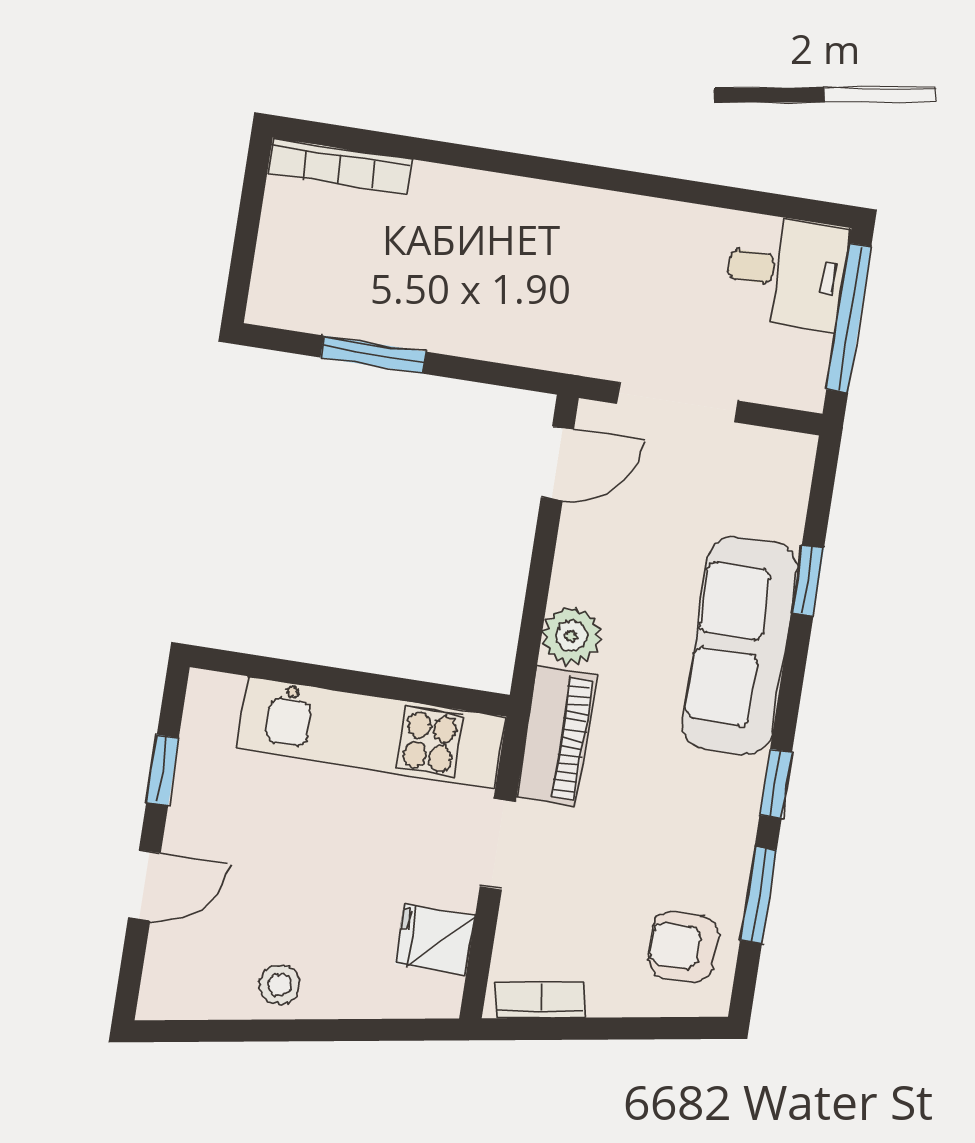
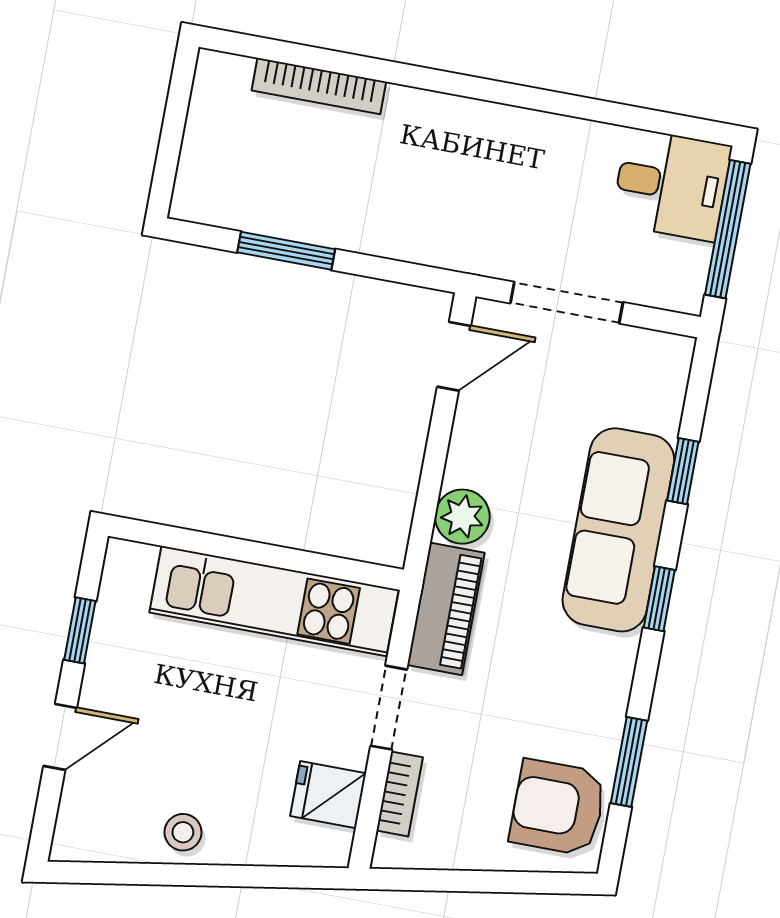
bookcase: (340, 166) -> (319, 86), moved
window: (776, 784) -> (659, 599), moved
armchair: (683, 946) -> (558, 807), width x1.38, depth x1.38
bookcase: (540, 1000) -> (400, 794), moved, turned 99

